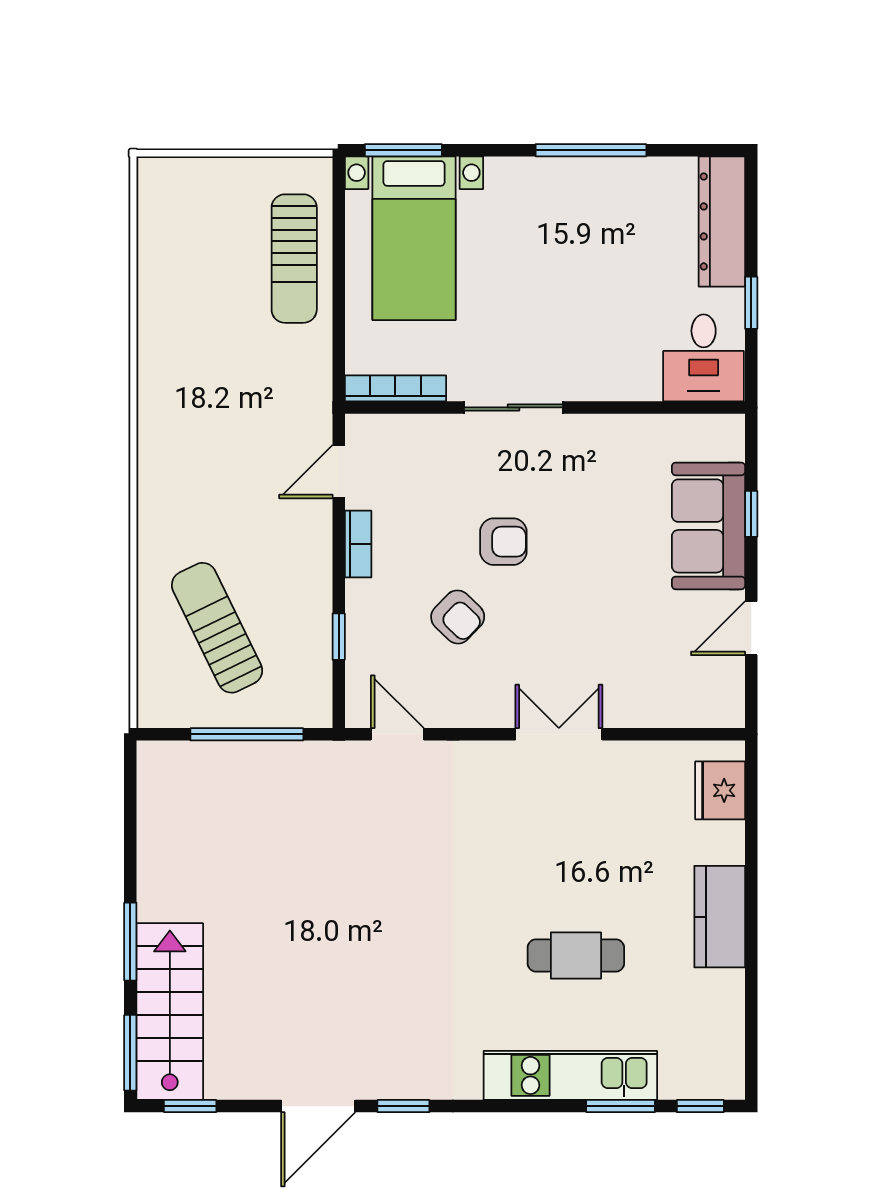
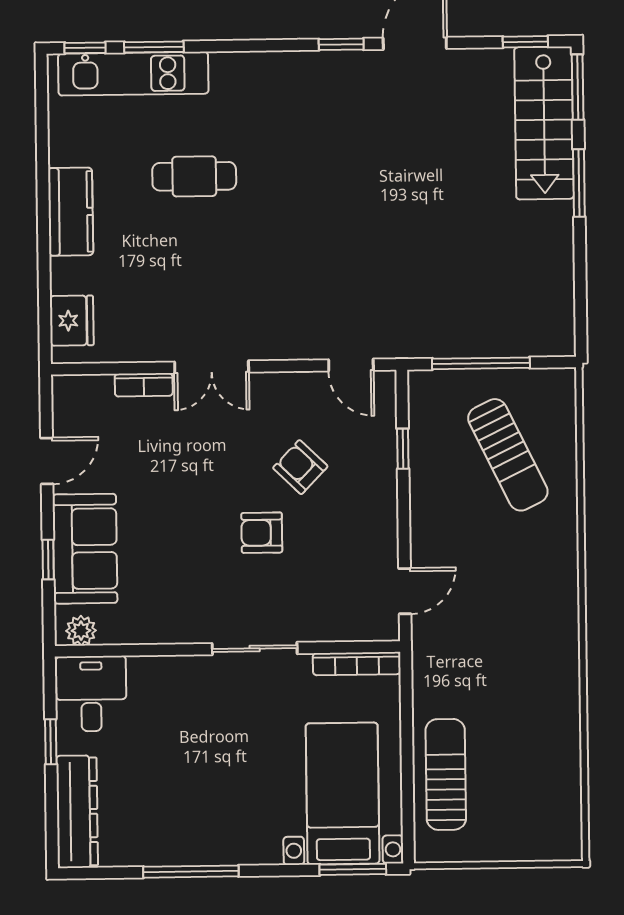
plant: (714, 431) -> (81, 631), added
bookcase: (358, 544) -> (144, 385), moved, turned -90
kitchen unit: (570, 1075) -> (133, 74), moved

